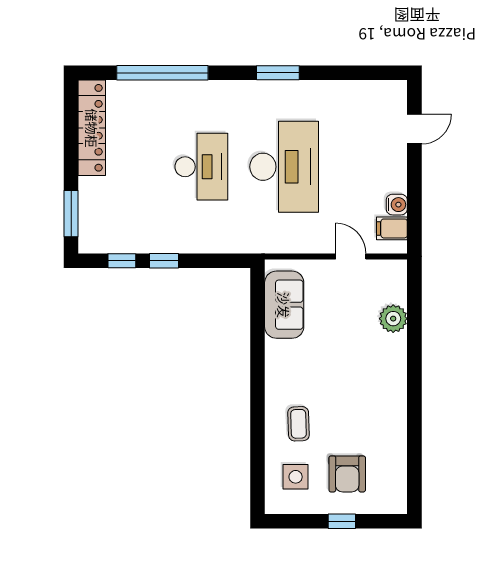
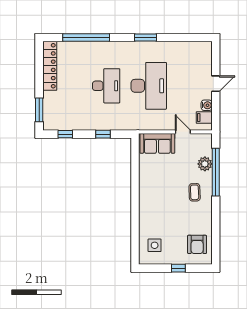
door: (414, 129) -> (216, 84), moved
window: (164, 261) -> (103, 134), moved
sofa: (284, 305) -> (157, 143), moved, turned 90
window: (414, 335) -> (216, 172), added
coffee table: (299, 424) -> (195, 192), moved
armchair: (347, 474) -> (197, 244), moved

